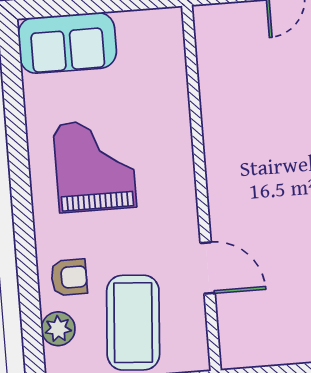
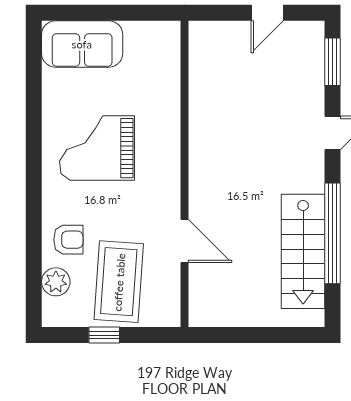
grand piano: (95, 166) -> (97, 148), turned -90

